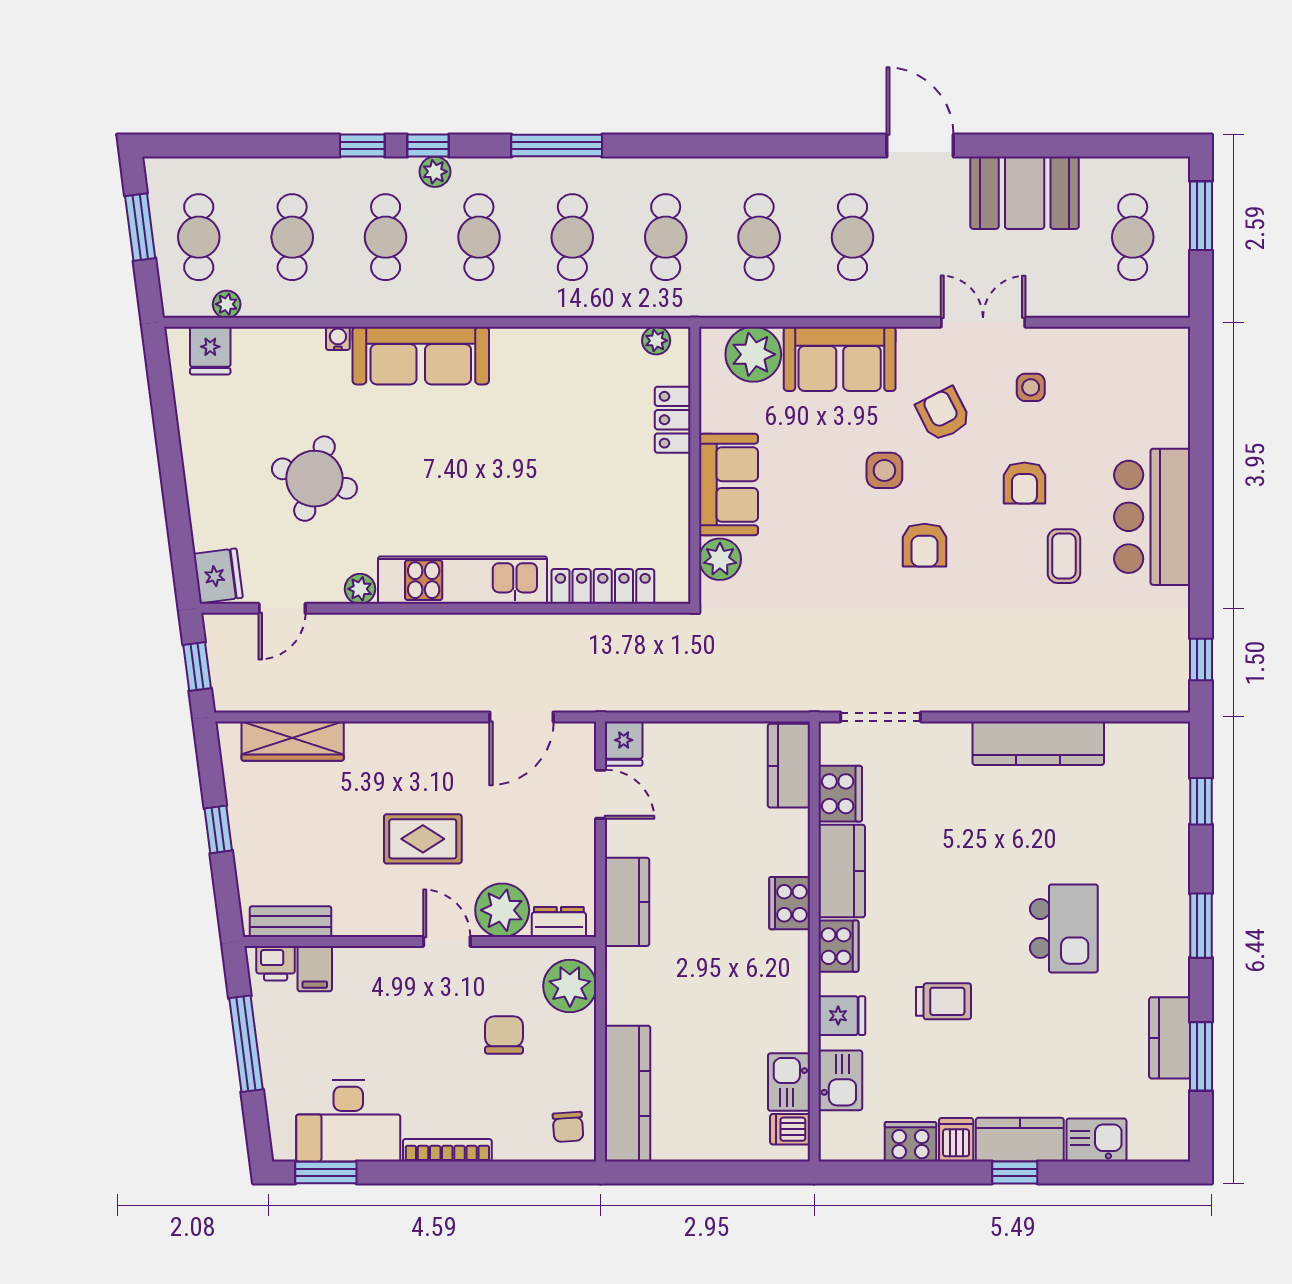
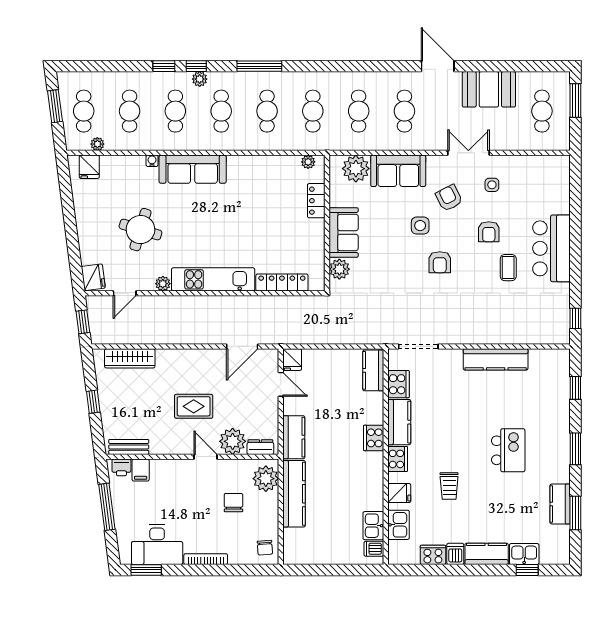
trolley: (943, 1001) -> (449, 486), turned 90
kitchen counter: (628, 1094) -> (294, 494), moved
window: (1015, 1172) -> (527, 570), moved

